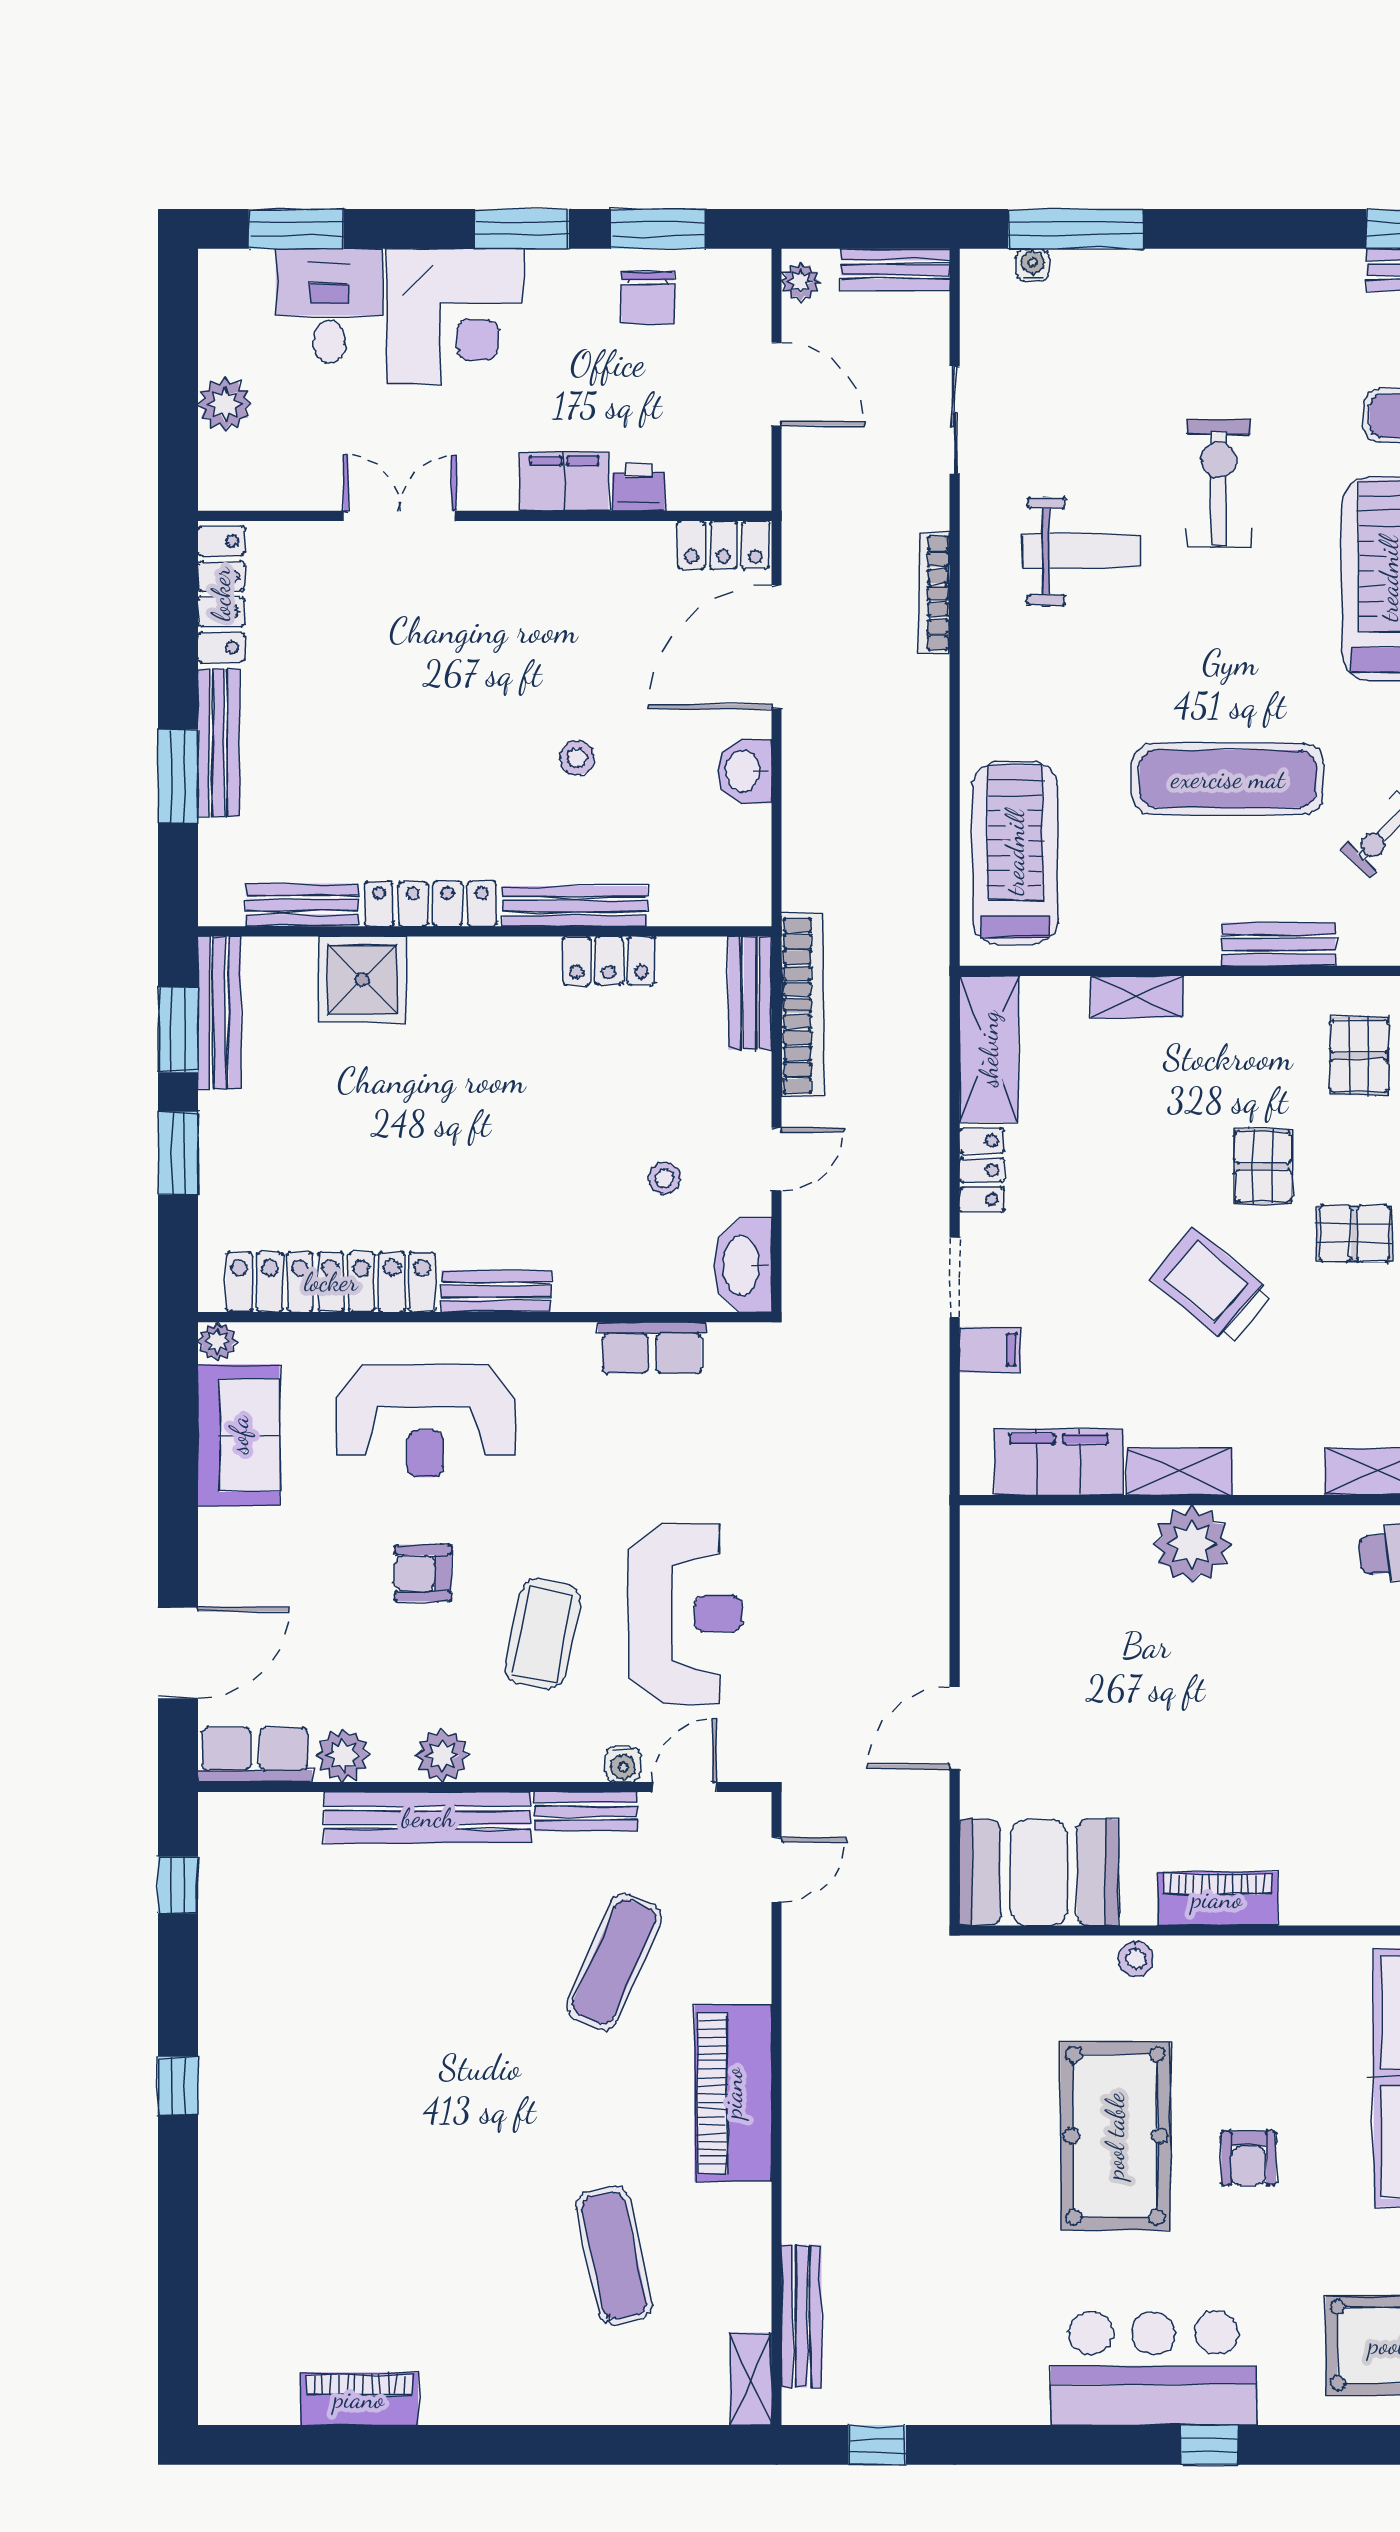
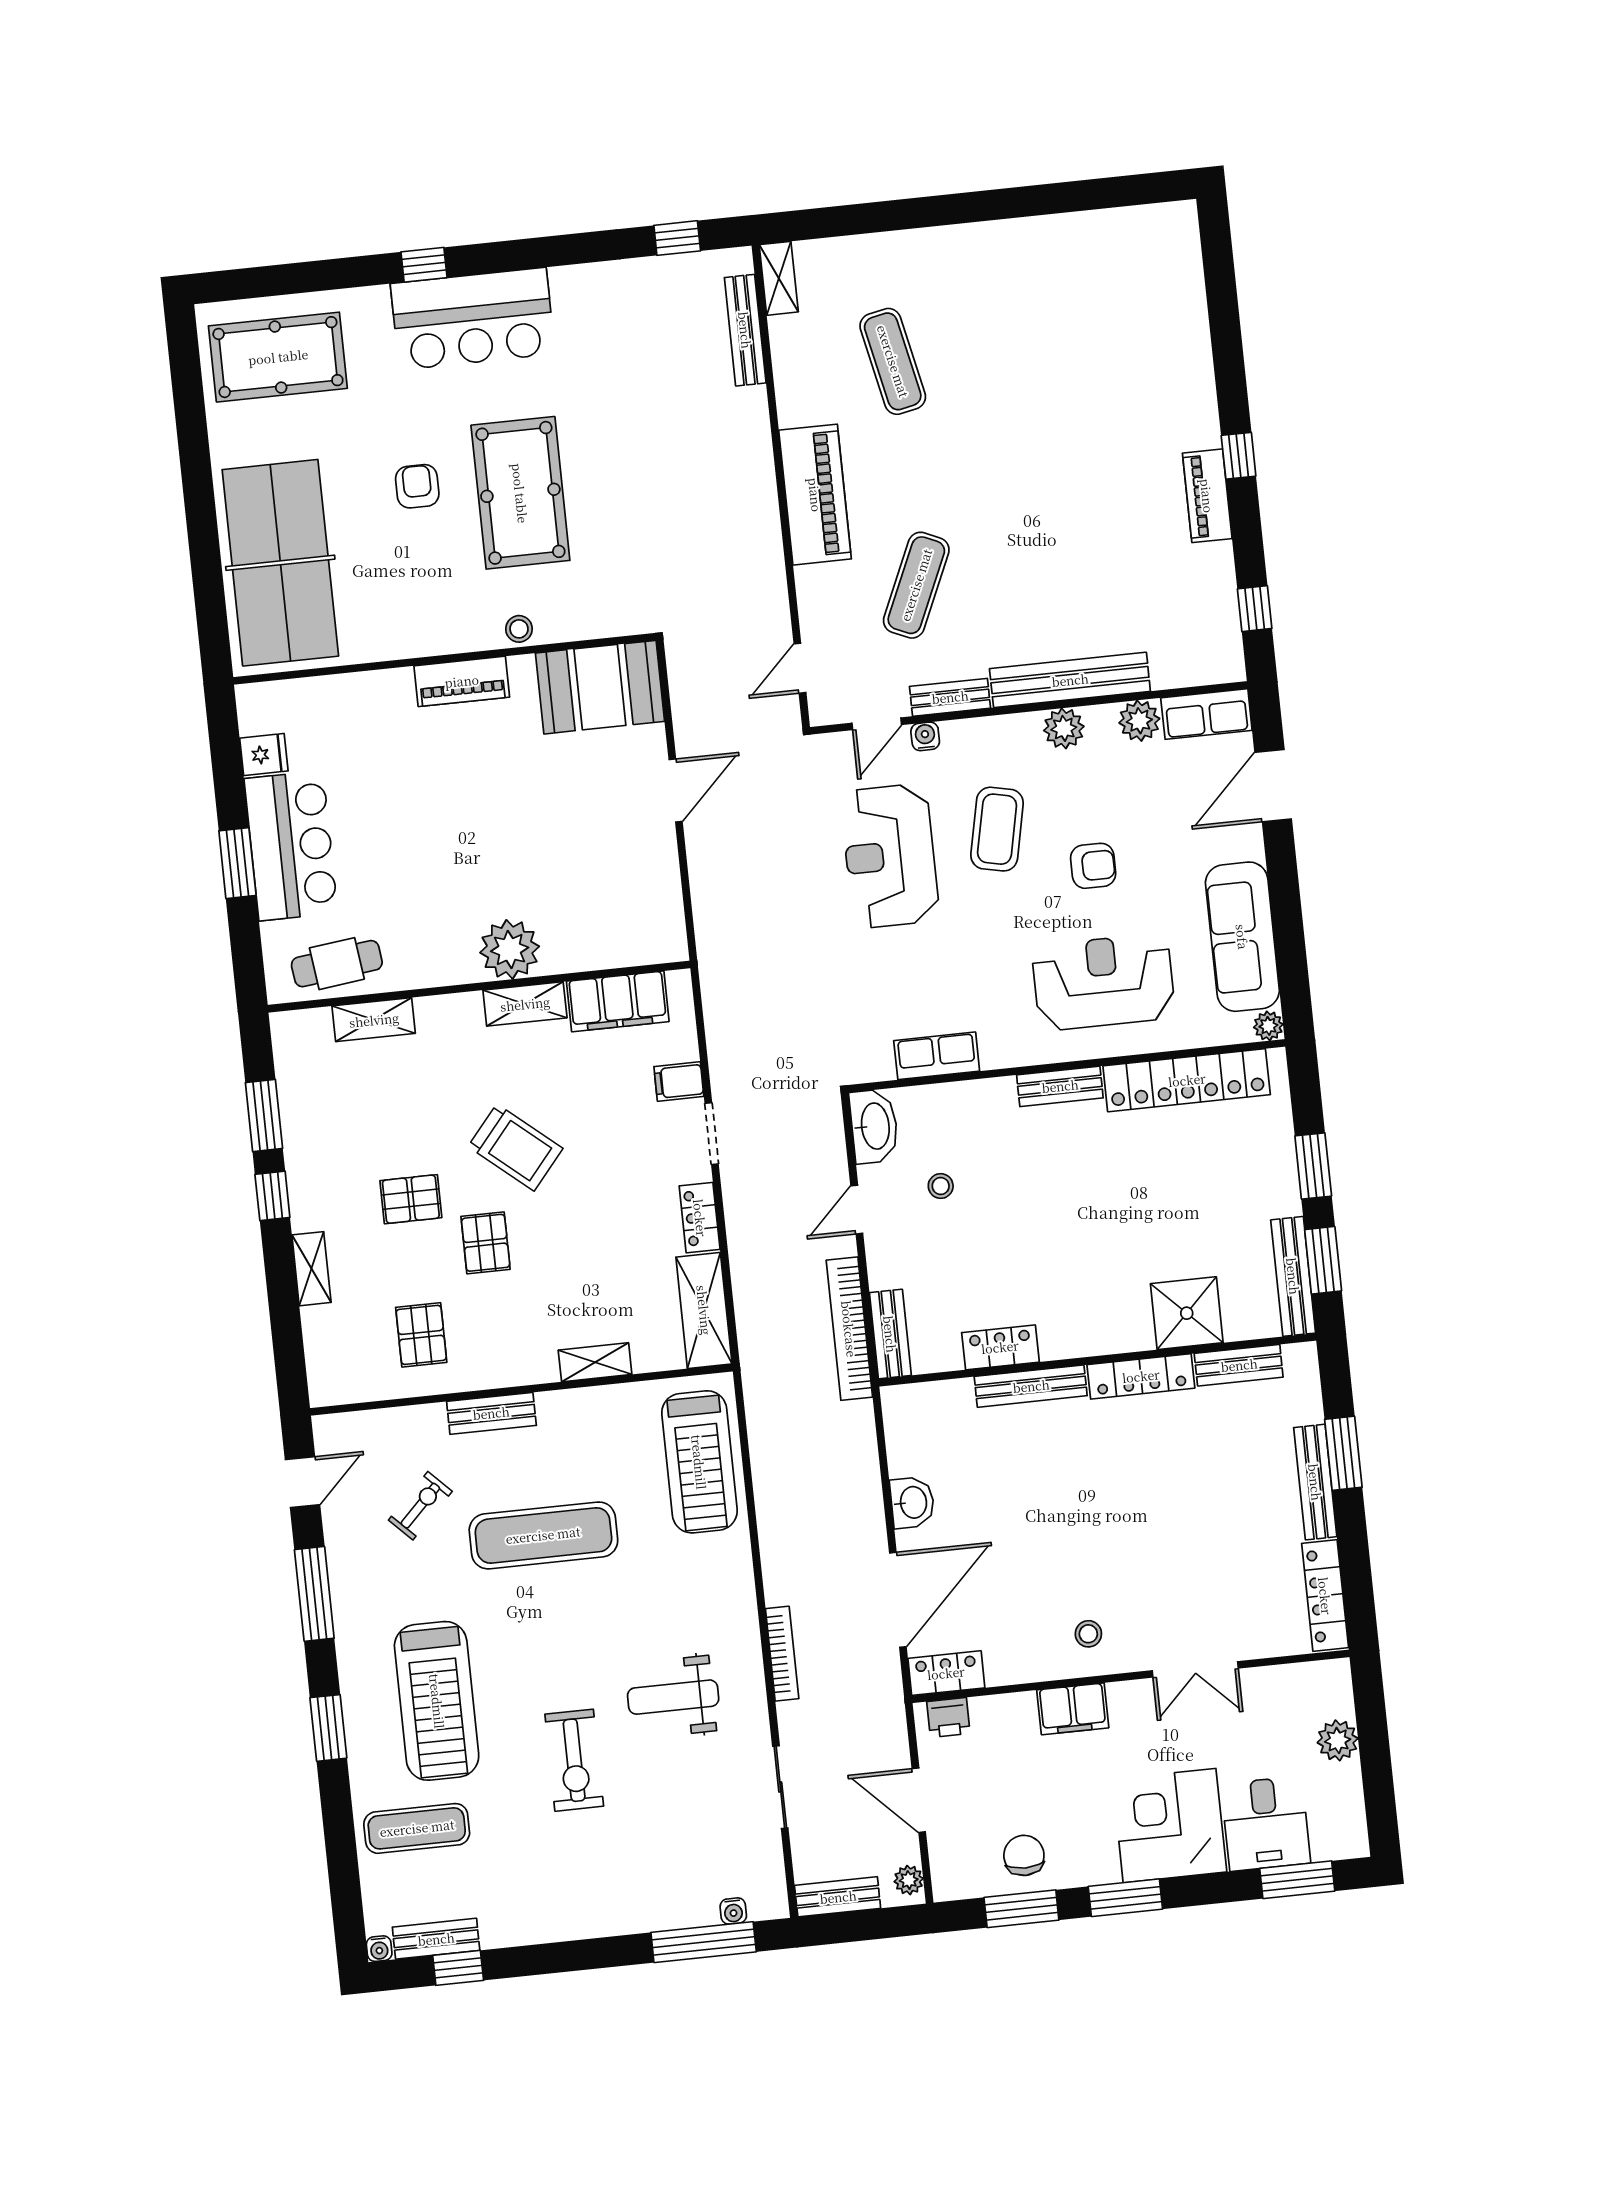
printer: (639, 487) -> (948, 1717), moved
stool: (577, 758) -> (1088, 1634), moved
sofa: (239, 1435) -> (1242, 937), width x1.36
piano: (359, 2399) -> (1207, 496), moved, turned 90

